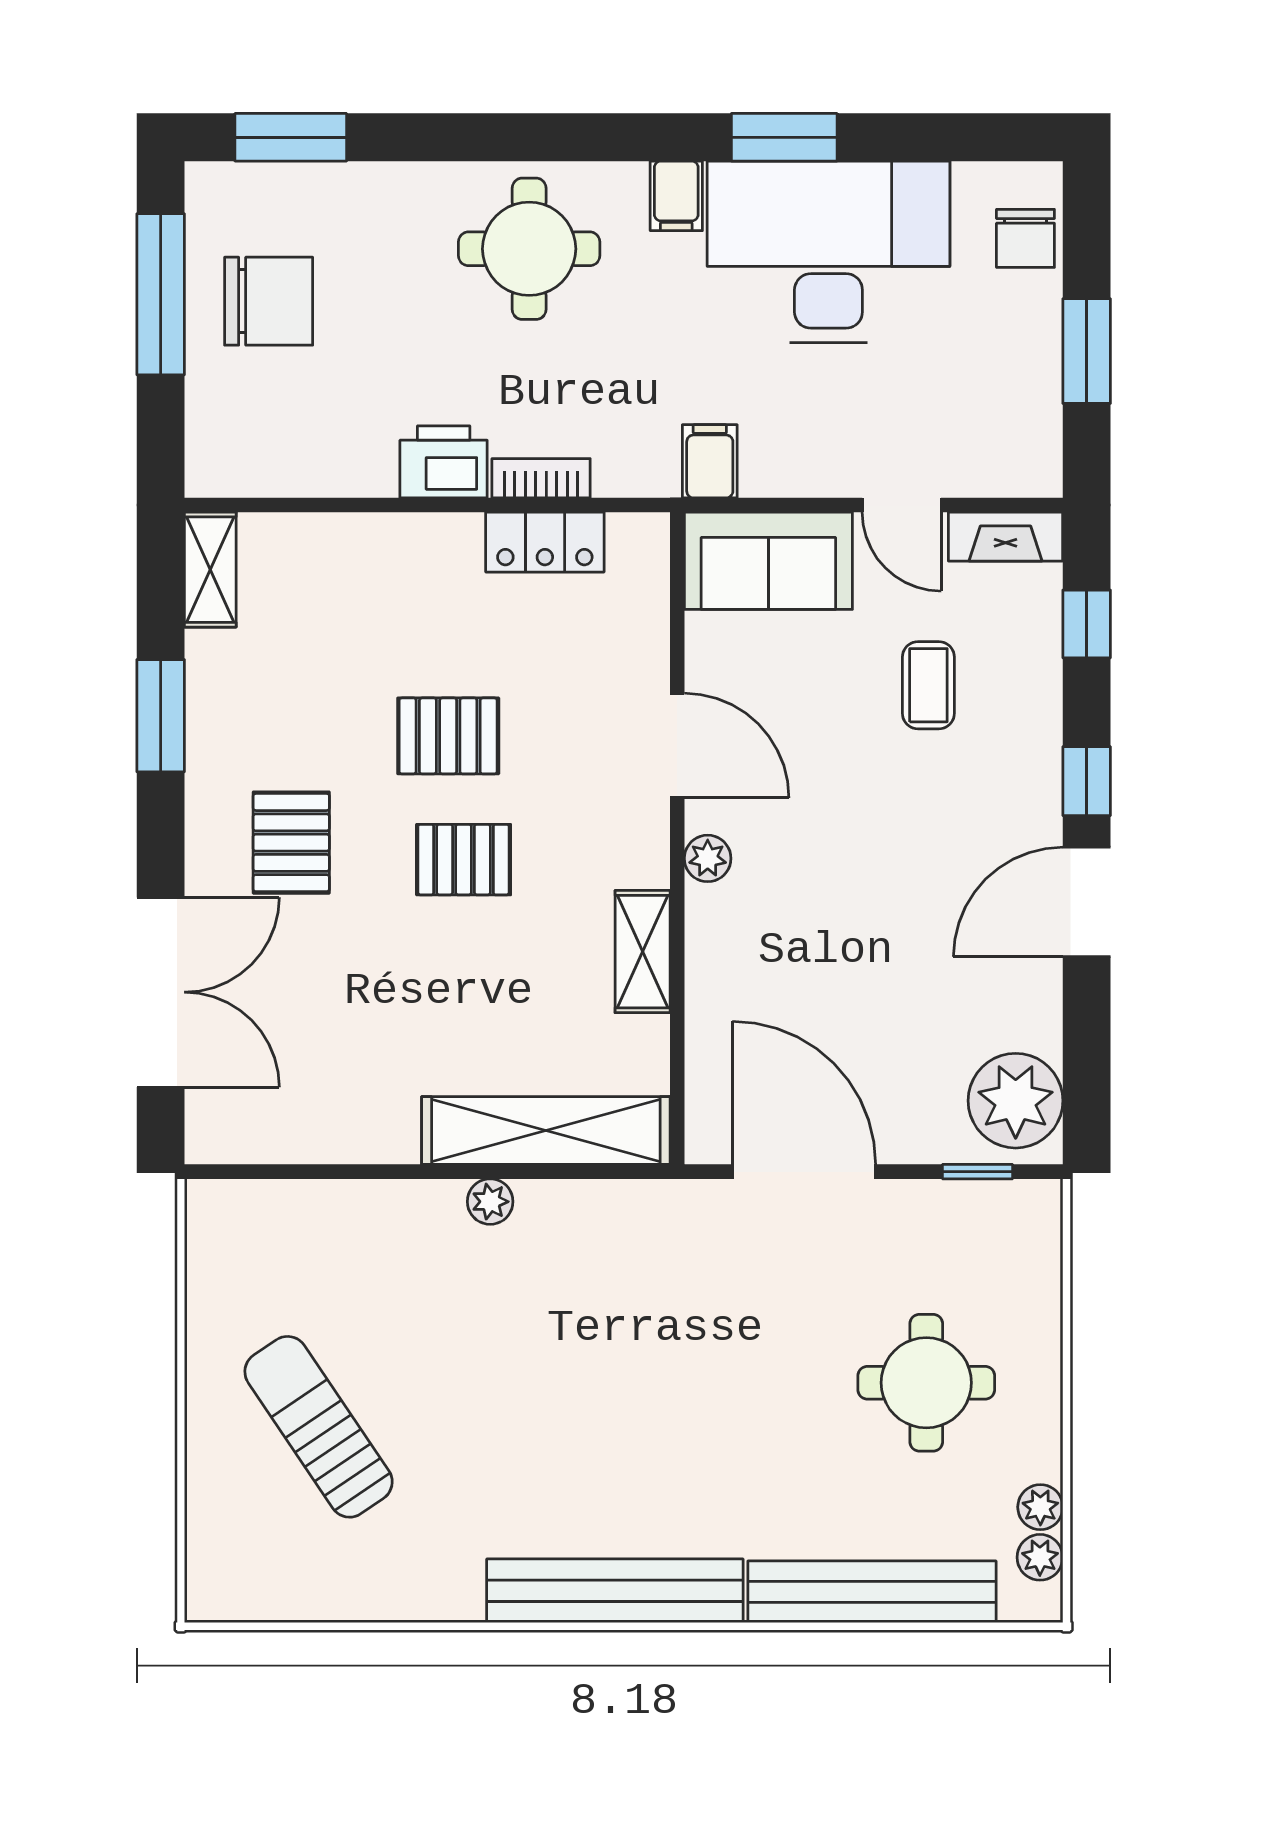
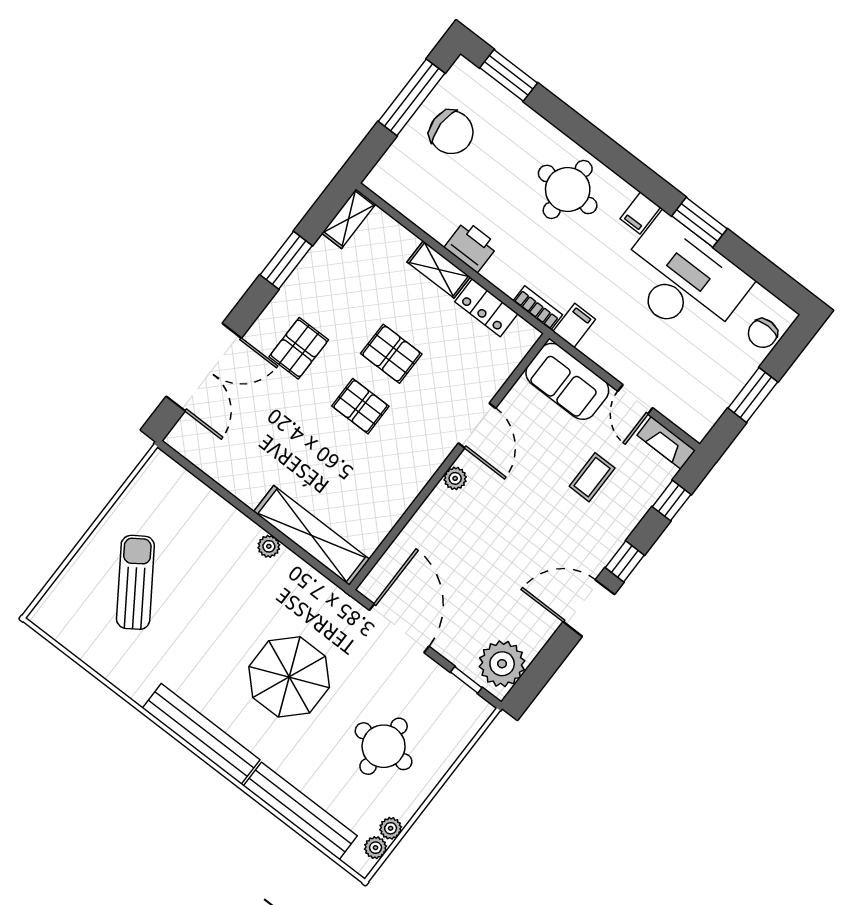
bookcase: (541, 478) -> (538, 308), moved
shelving: (643, 952) -> (439, 269), moved, turned 90
parasol: (686, 1388) -> (289, 677), added

